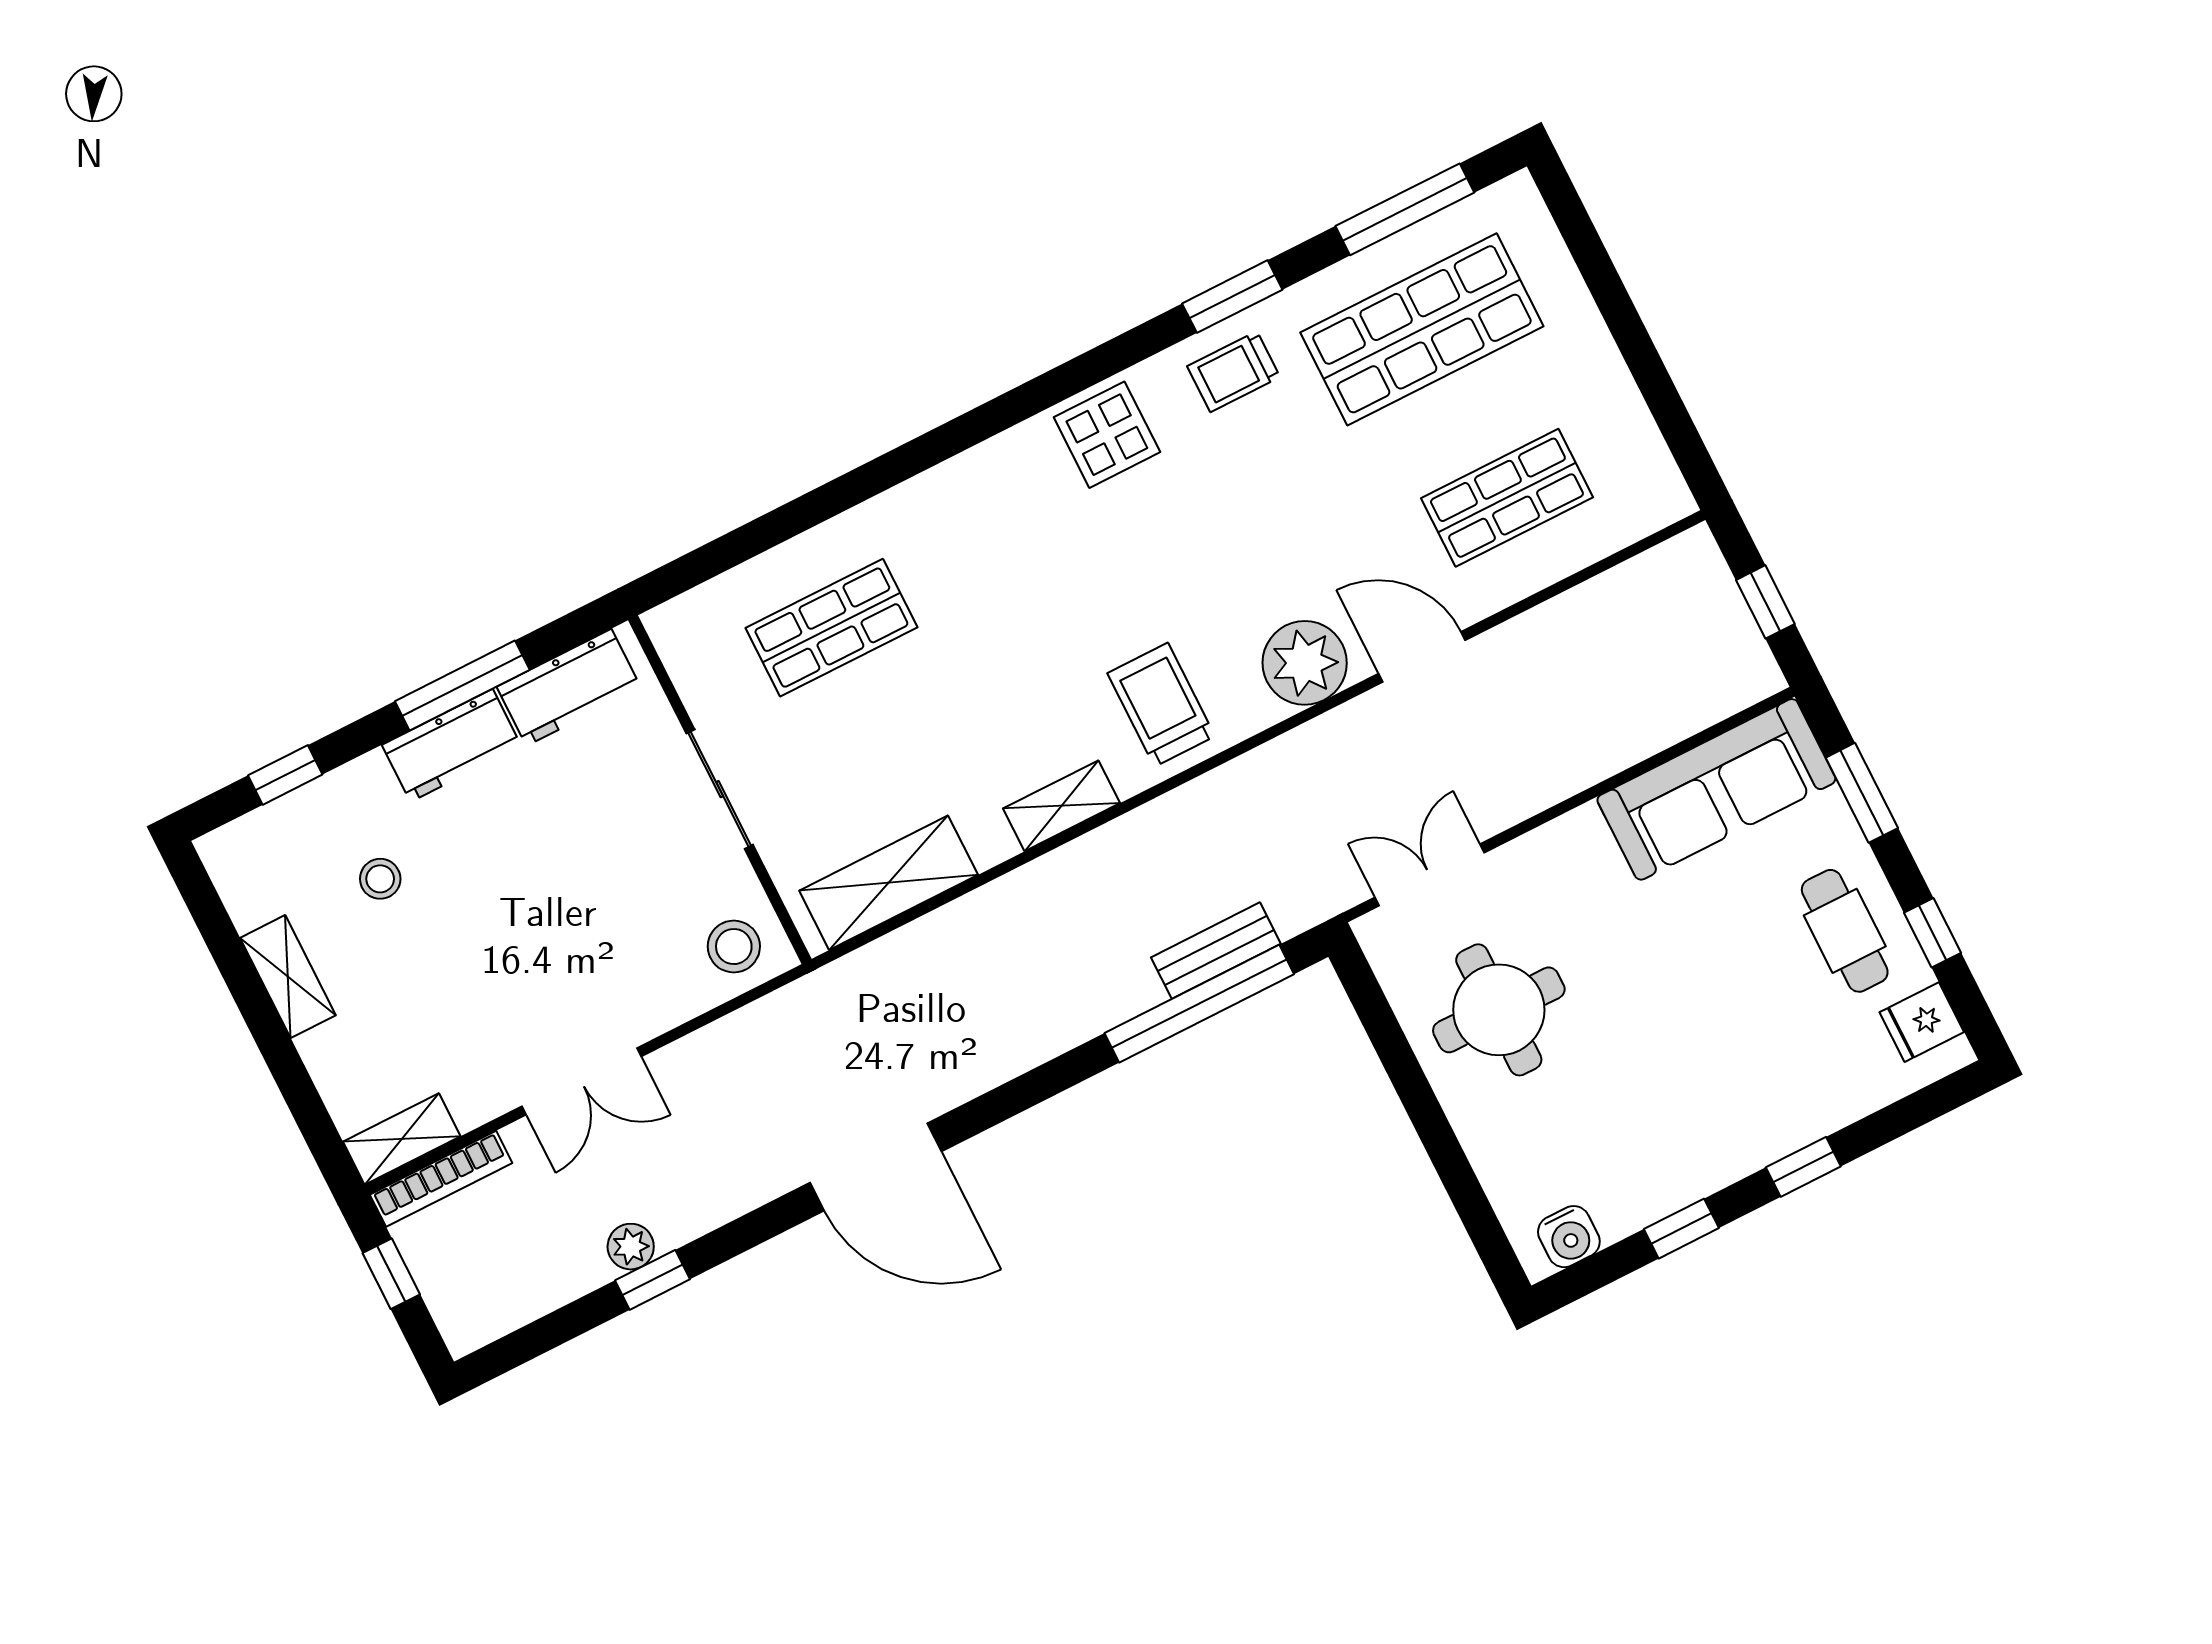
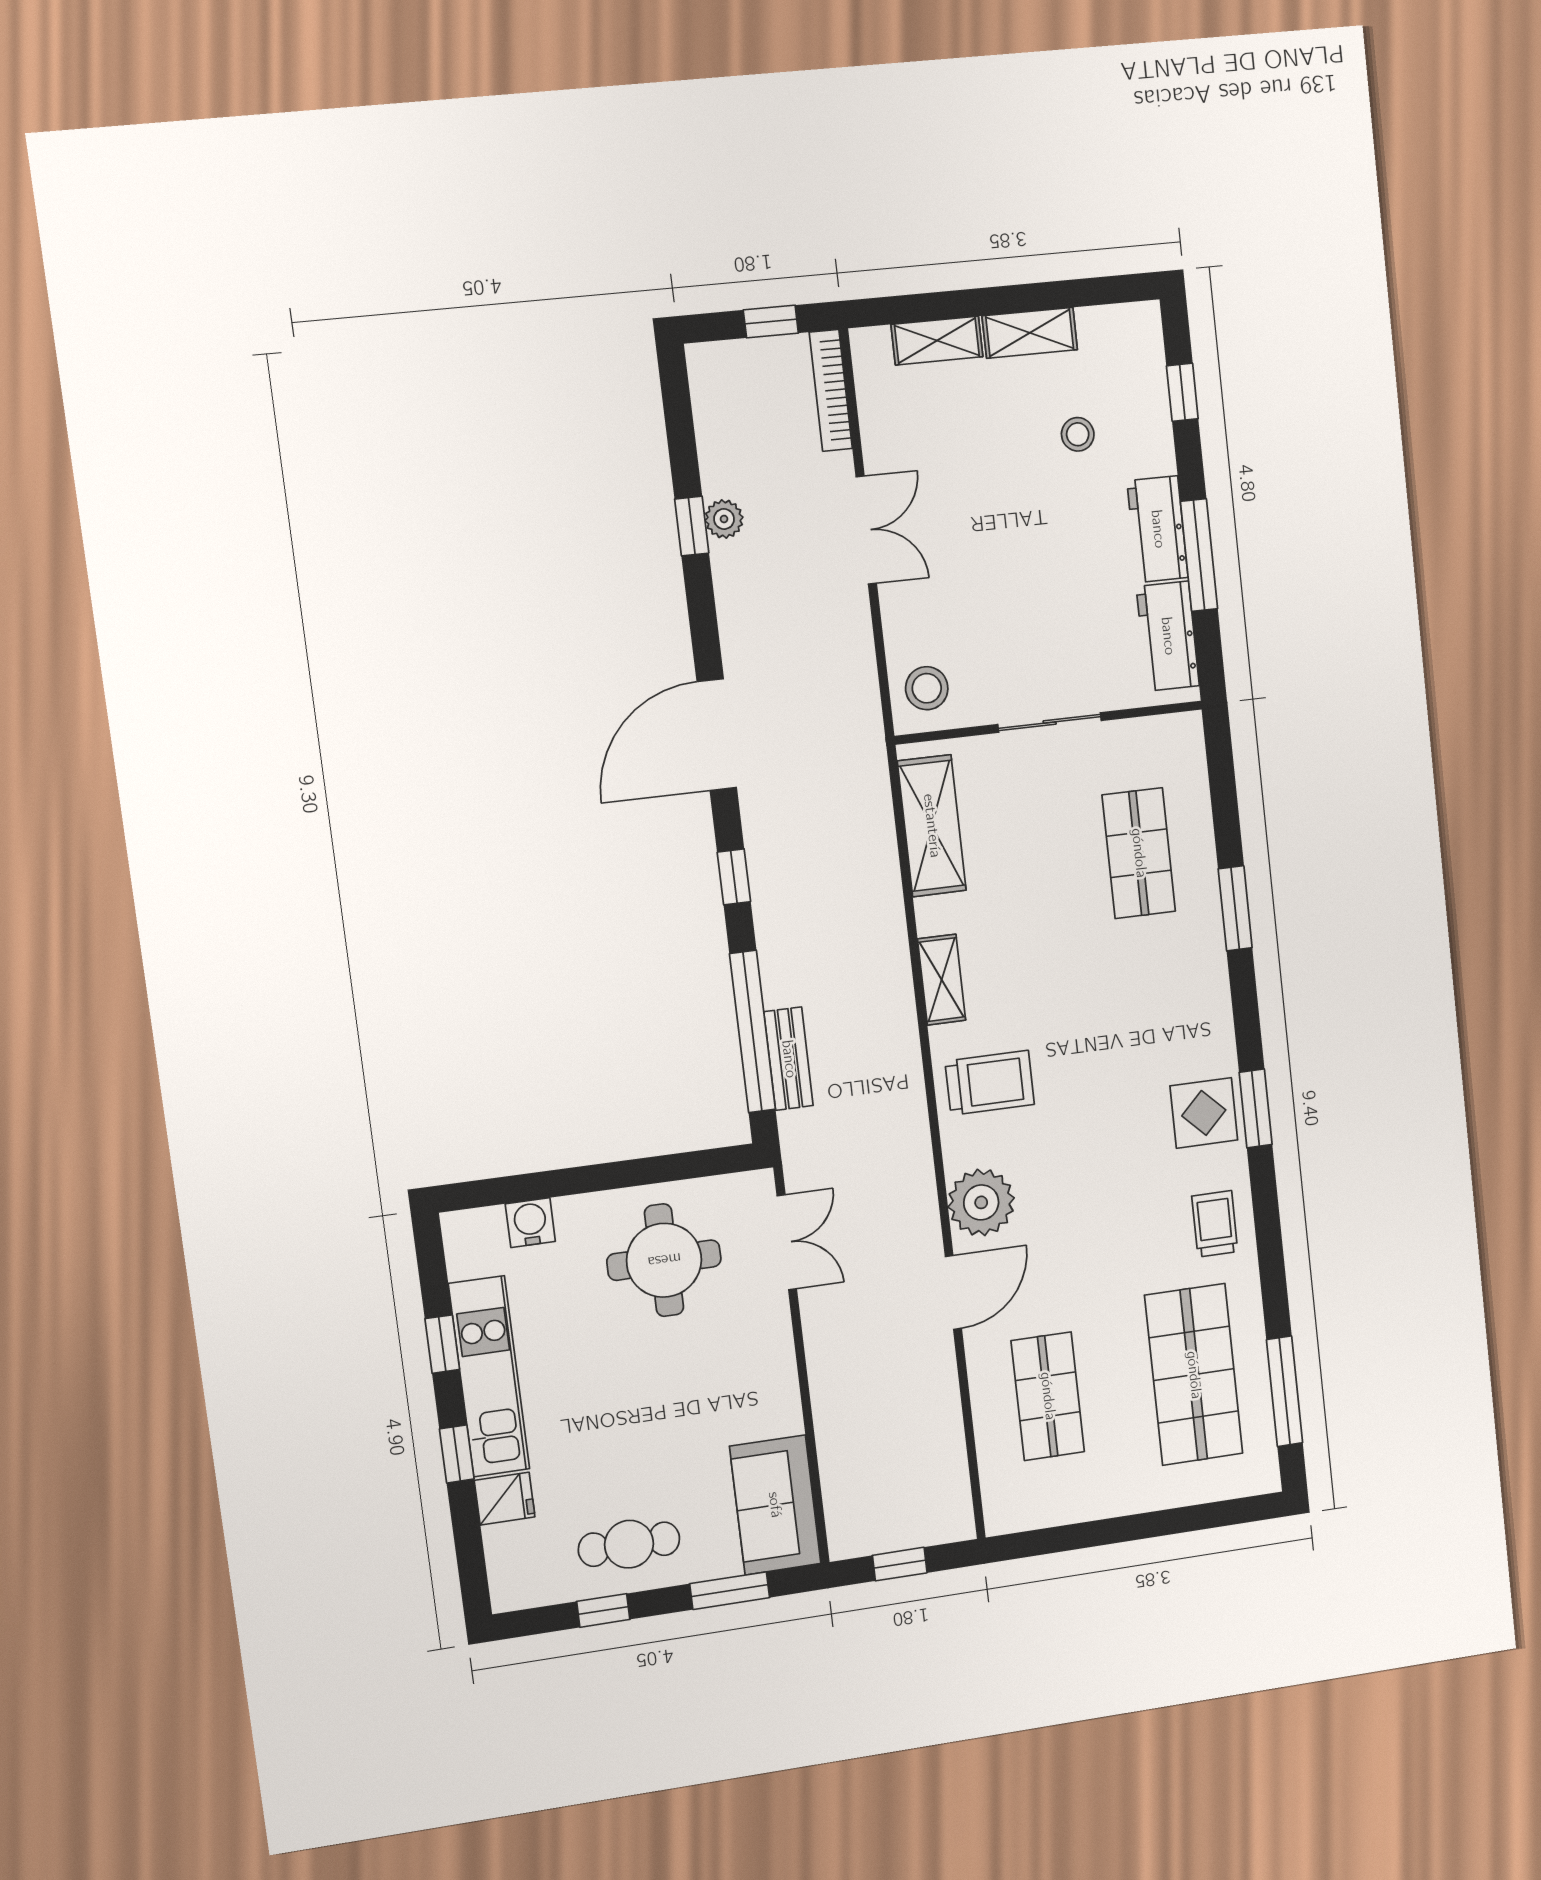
window: (1232, 297) -> (1256, 1108), moved
window: (854, 488) -> (1235, 908), added
sofa: (1716, 789) -> (775, 1505), width x0.73
fridge: (1922, 1022) -> (505, 1499), moved, turned 90
double door: (582, 1081) -> (866, 530), swing flipped
window: (1030, 1089) -> (734, 877), added
shelving: (402, 1139) -> (937, 341), moved, turned 90
kitchen unit: (1701, 1162) -> (489, 1376), added
water cooler: (1569, 1237) -> (530, 1223), moved, turned 90

